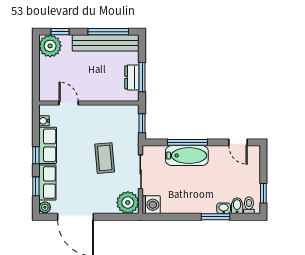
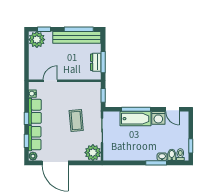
door: (69, 103) -> (50, 81), hinge flipped
washing machine: (151, 205) -> (158, 118), moved, turned 90

